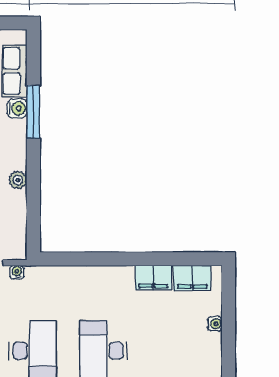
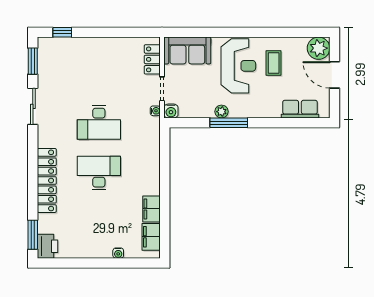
water cooler: (17, 108) -> (171, 111), moved
window: (33, 112) -> (229, 123), moved

